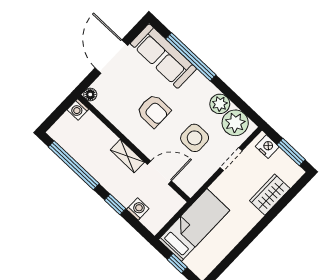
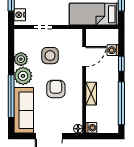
plant: (235, 123) -> (23, 76), moved
shelving: (127, 156) -> (91, 94), moved
door: (159, 173) -> (84, 57), swing flipped

